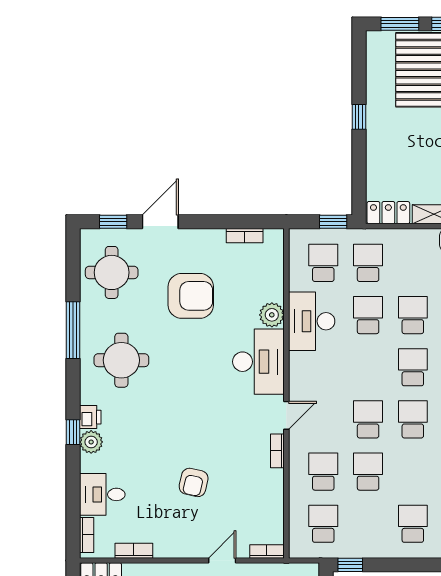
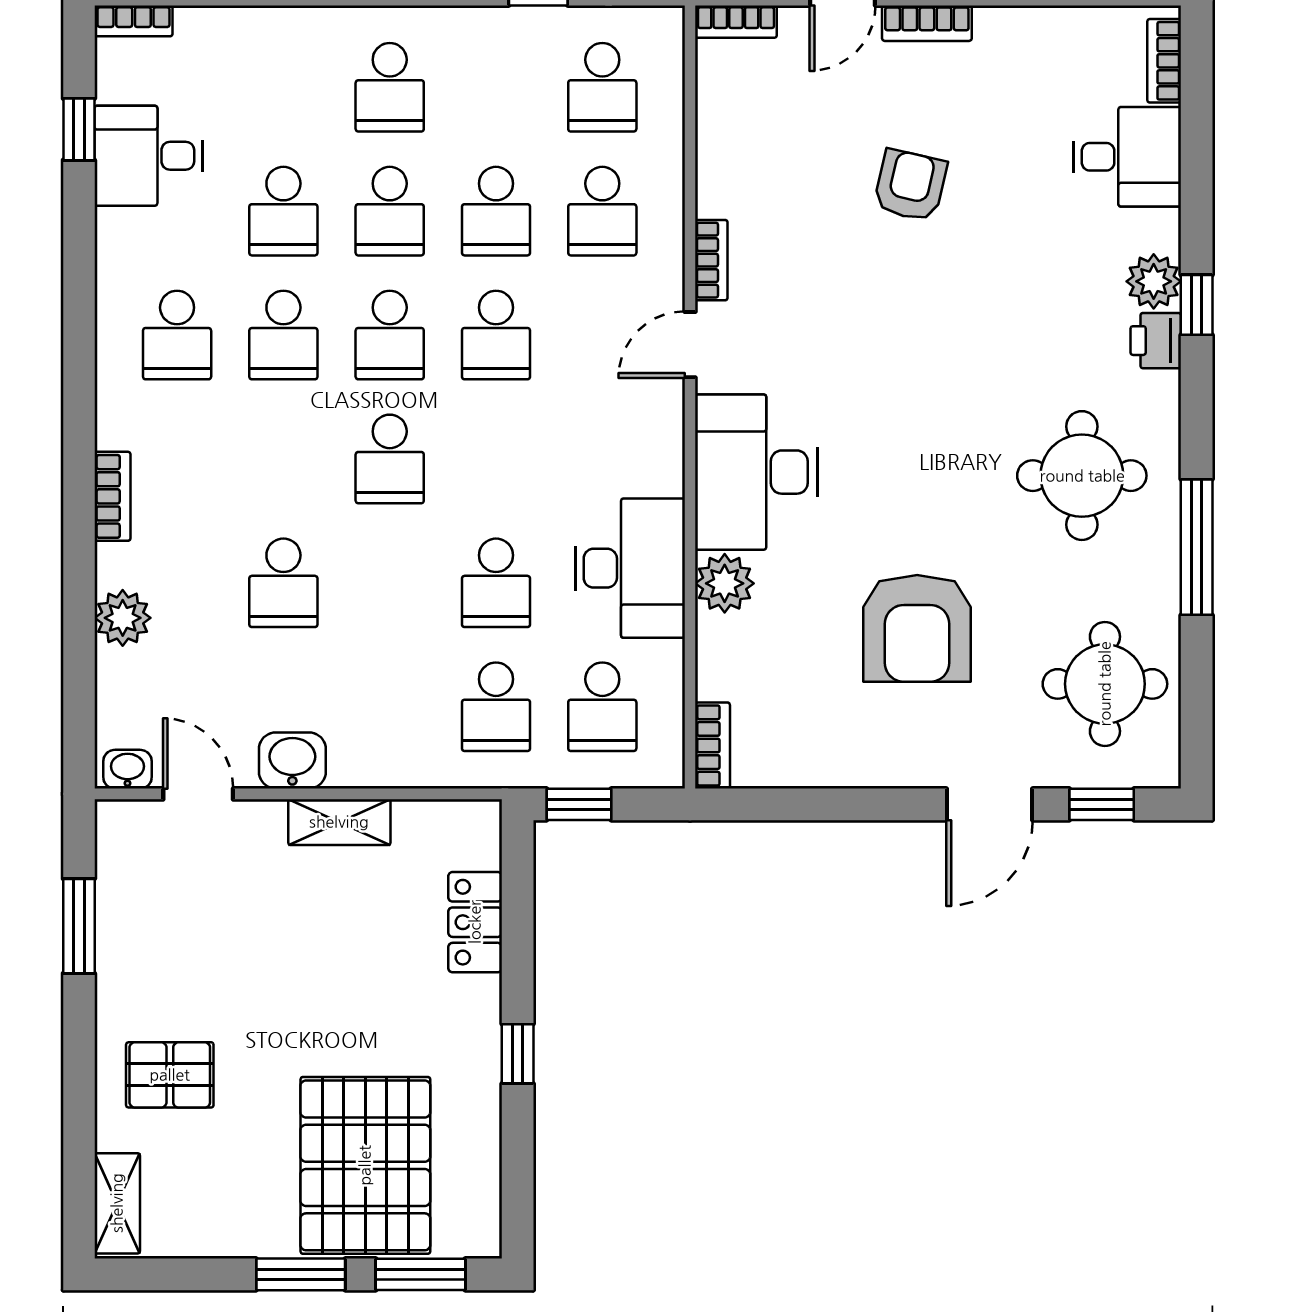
locker: (388, 213) -> (475, 922), moved, turned 90
bookcase: (245, 236) -> (713, 745), moved, turned 90
armchair: (191, 296) -> (917, 628), turned -90
school desk: (413, 315) -> (390, 211), moved
bookcase: (134, 551) -> (927, 23), moved

